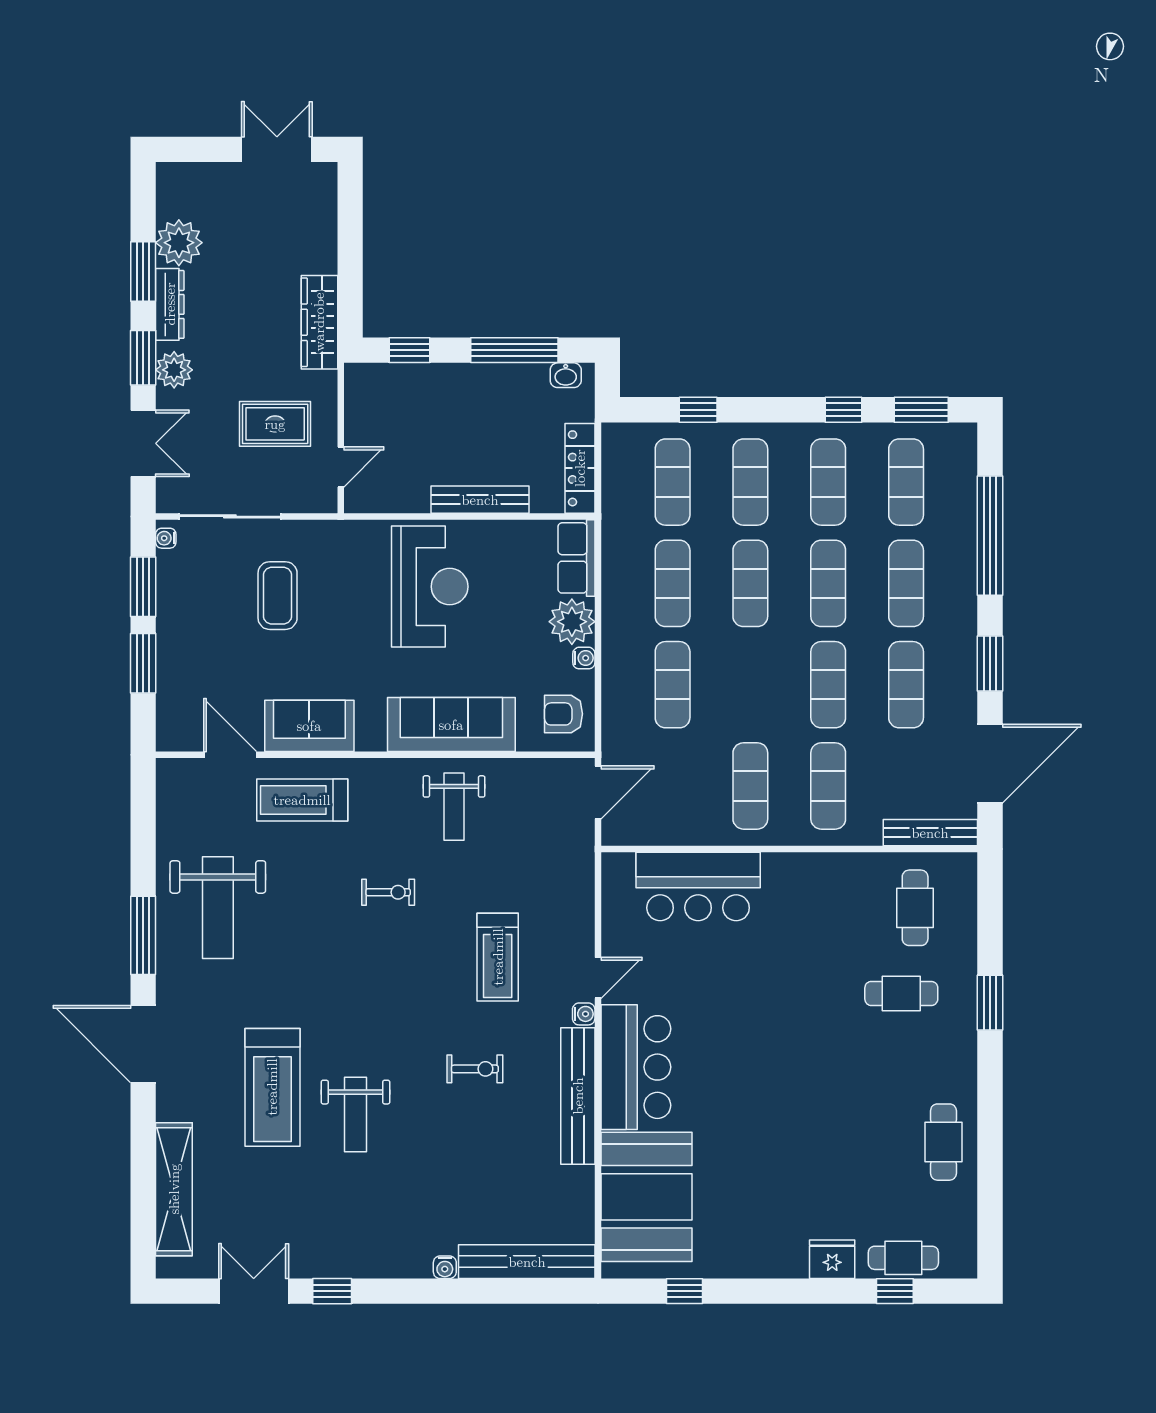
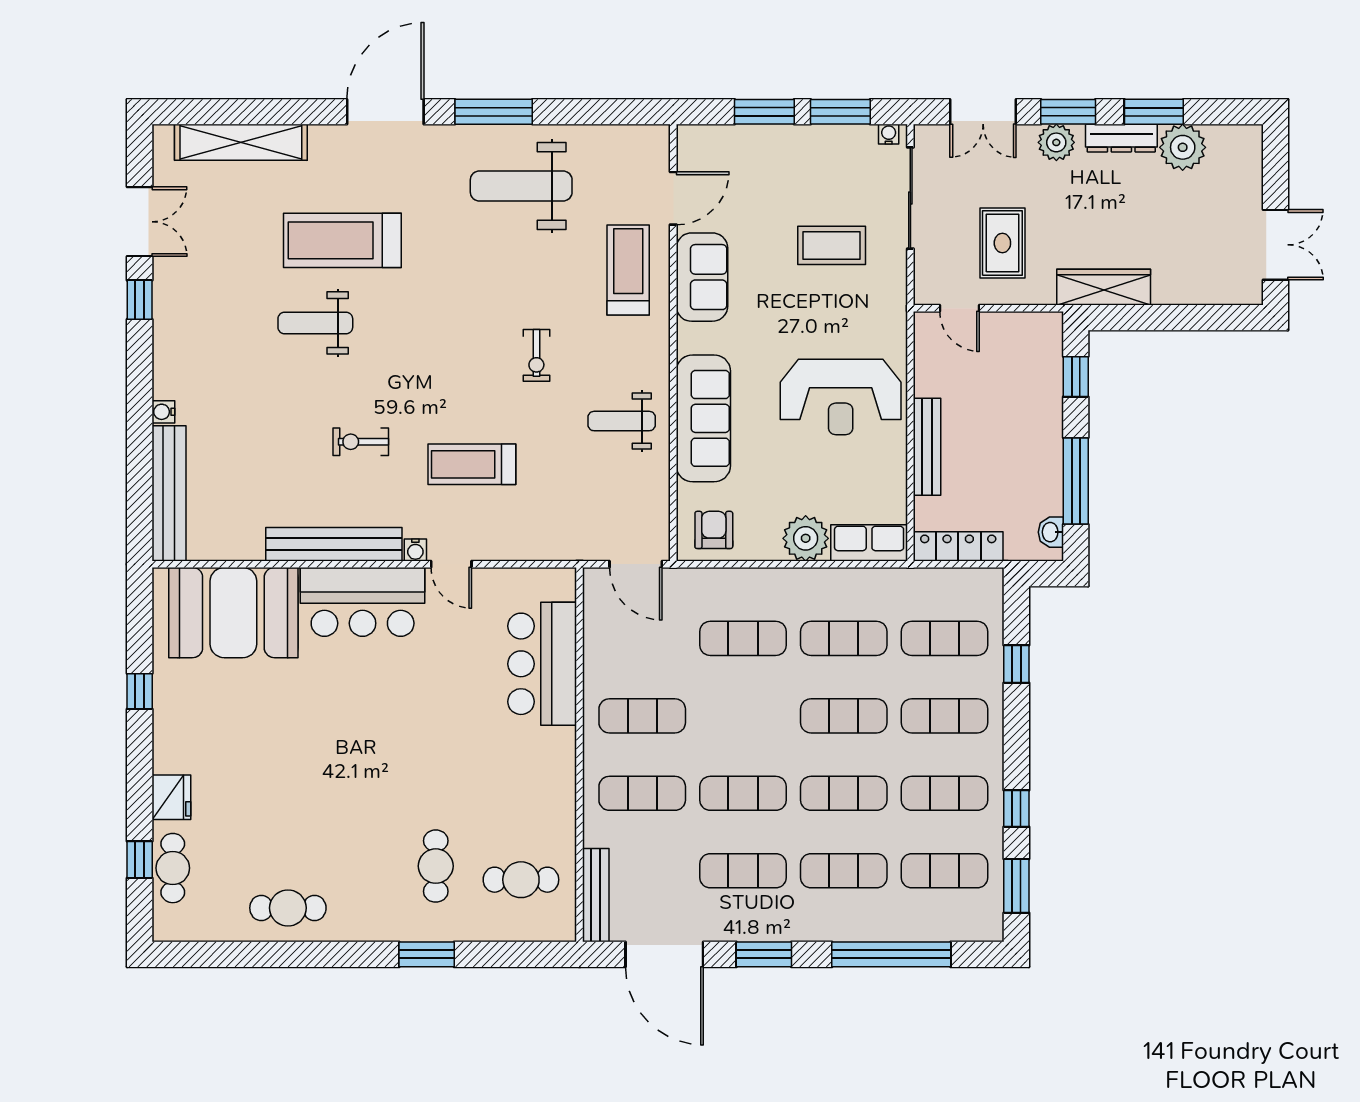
water cooler: (584, 658) -> (769, 550), removed
exercise bike: (475, 1069) -> (361, 442), turned 90
window: (685, 1291) -> (140, 691), moved

